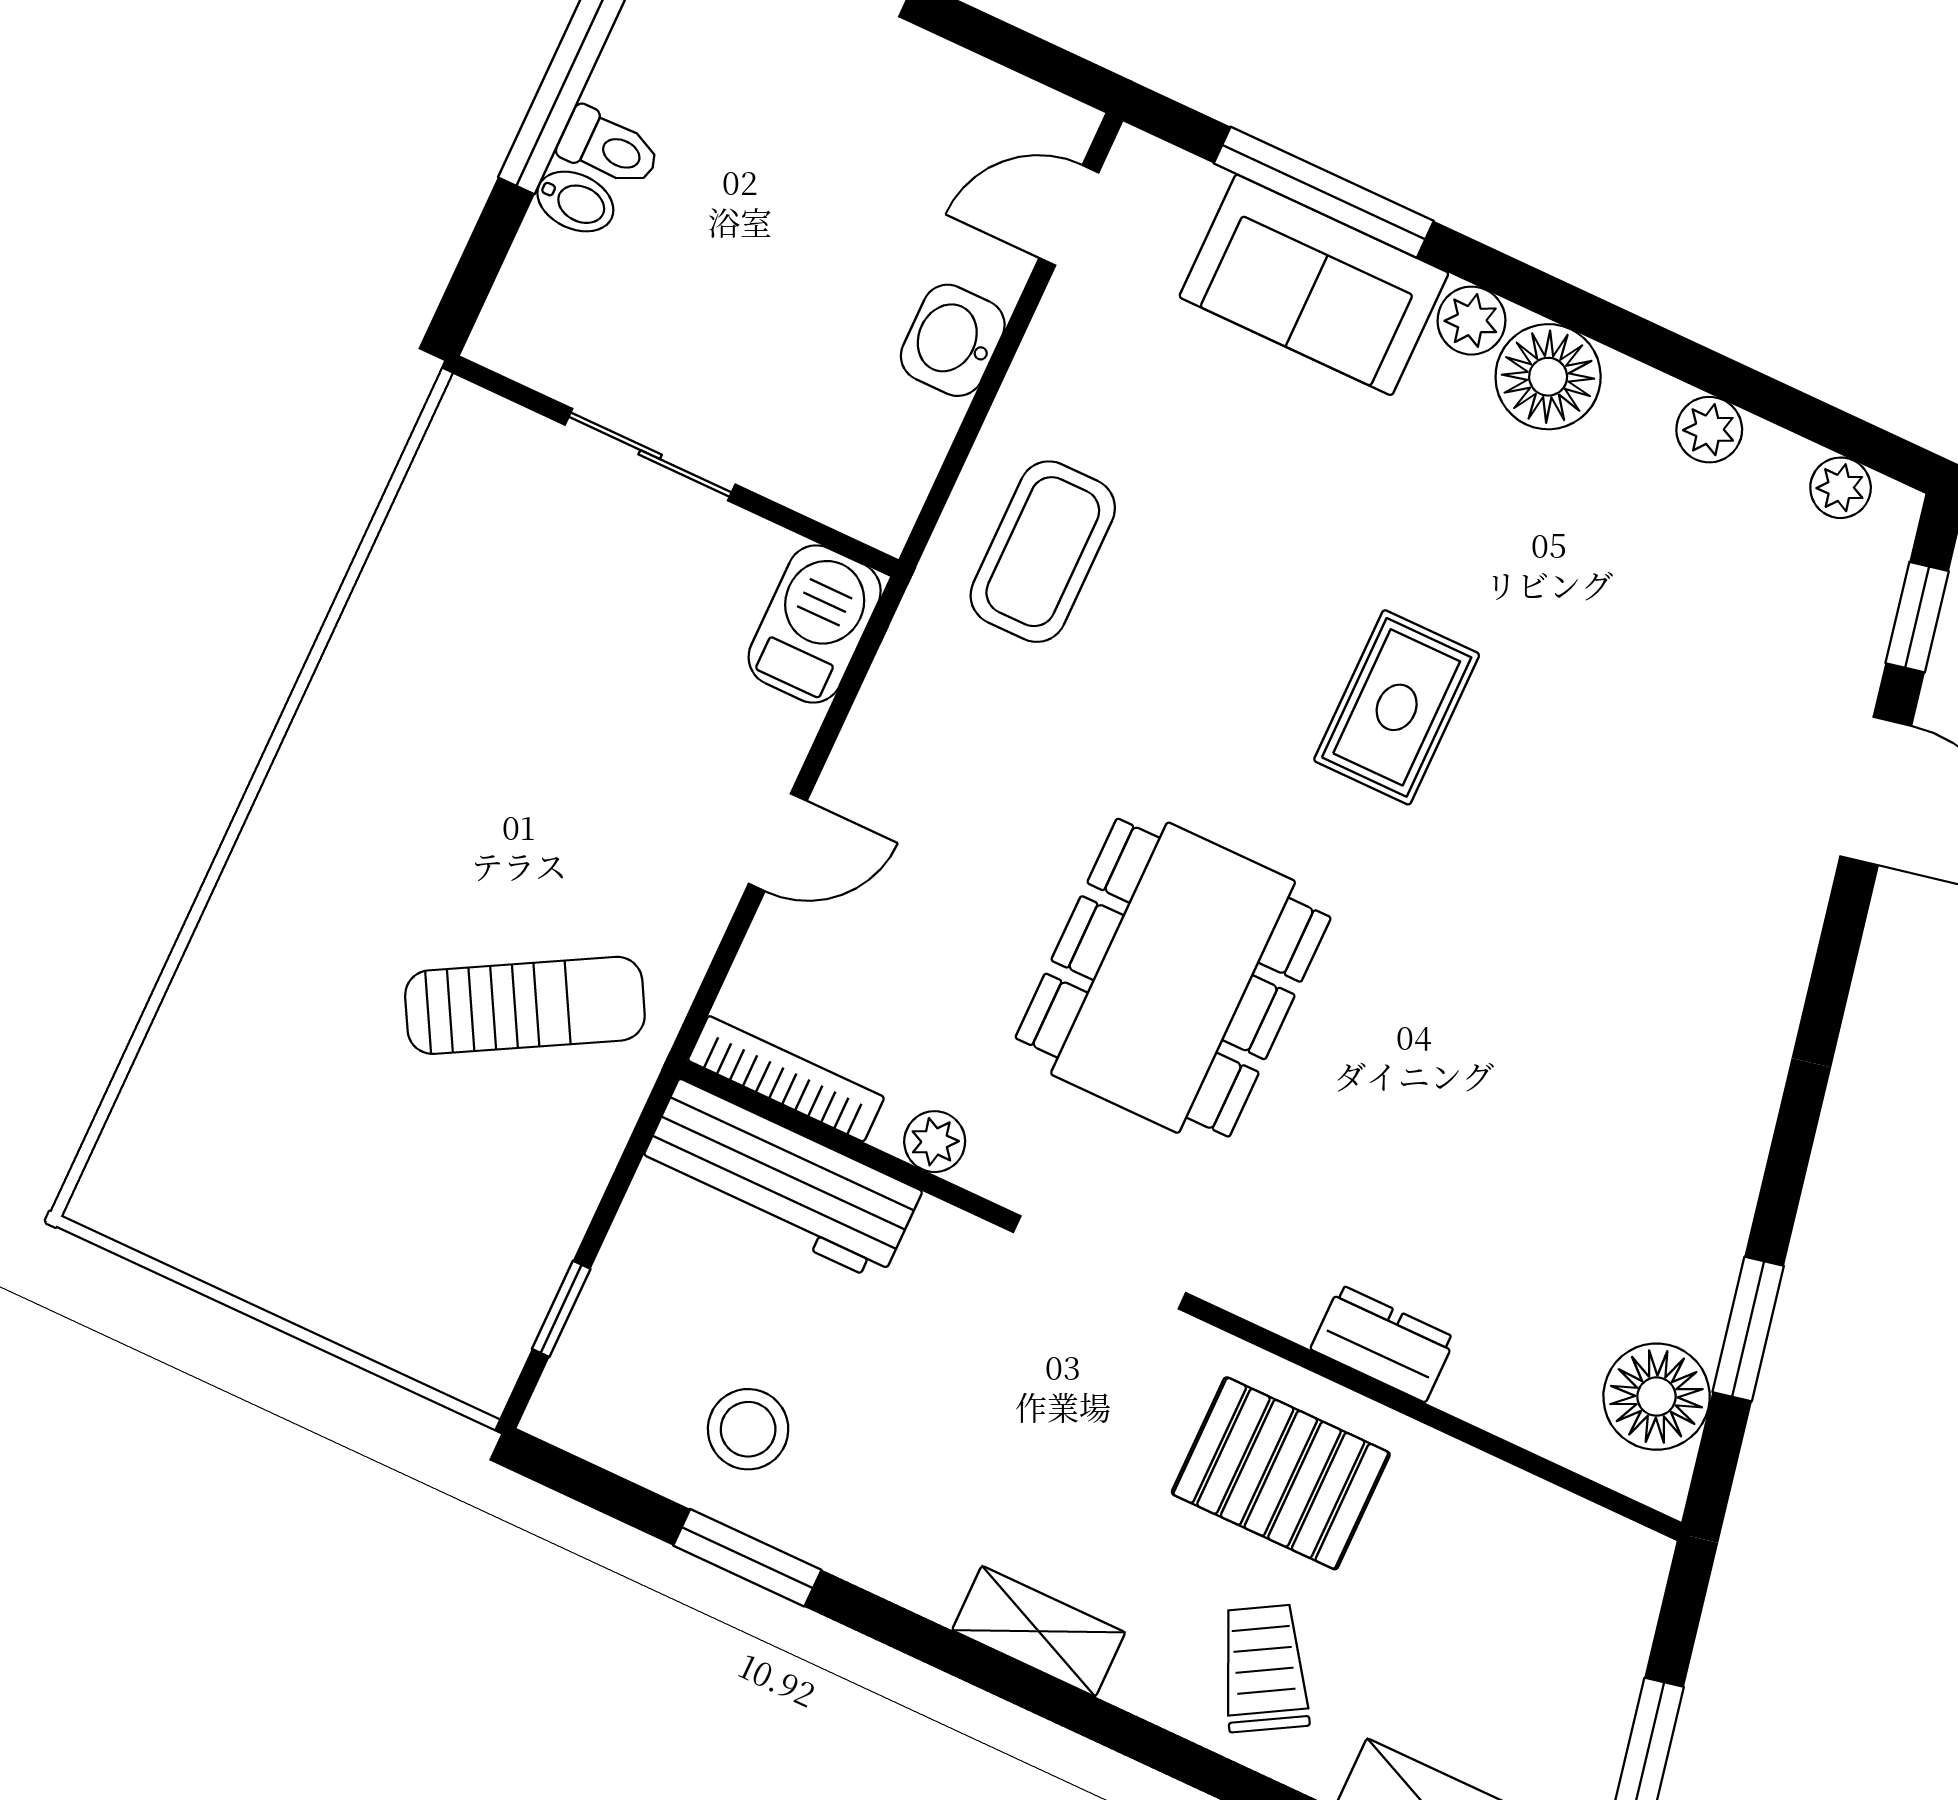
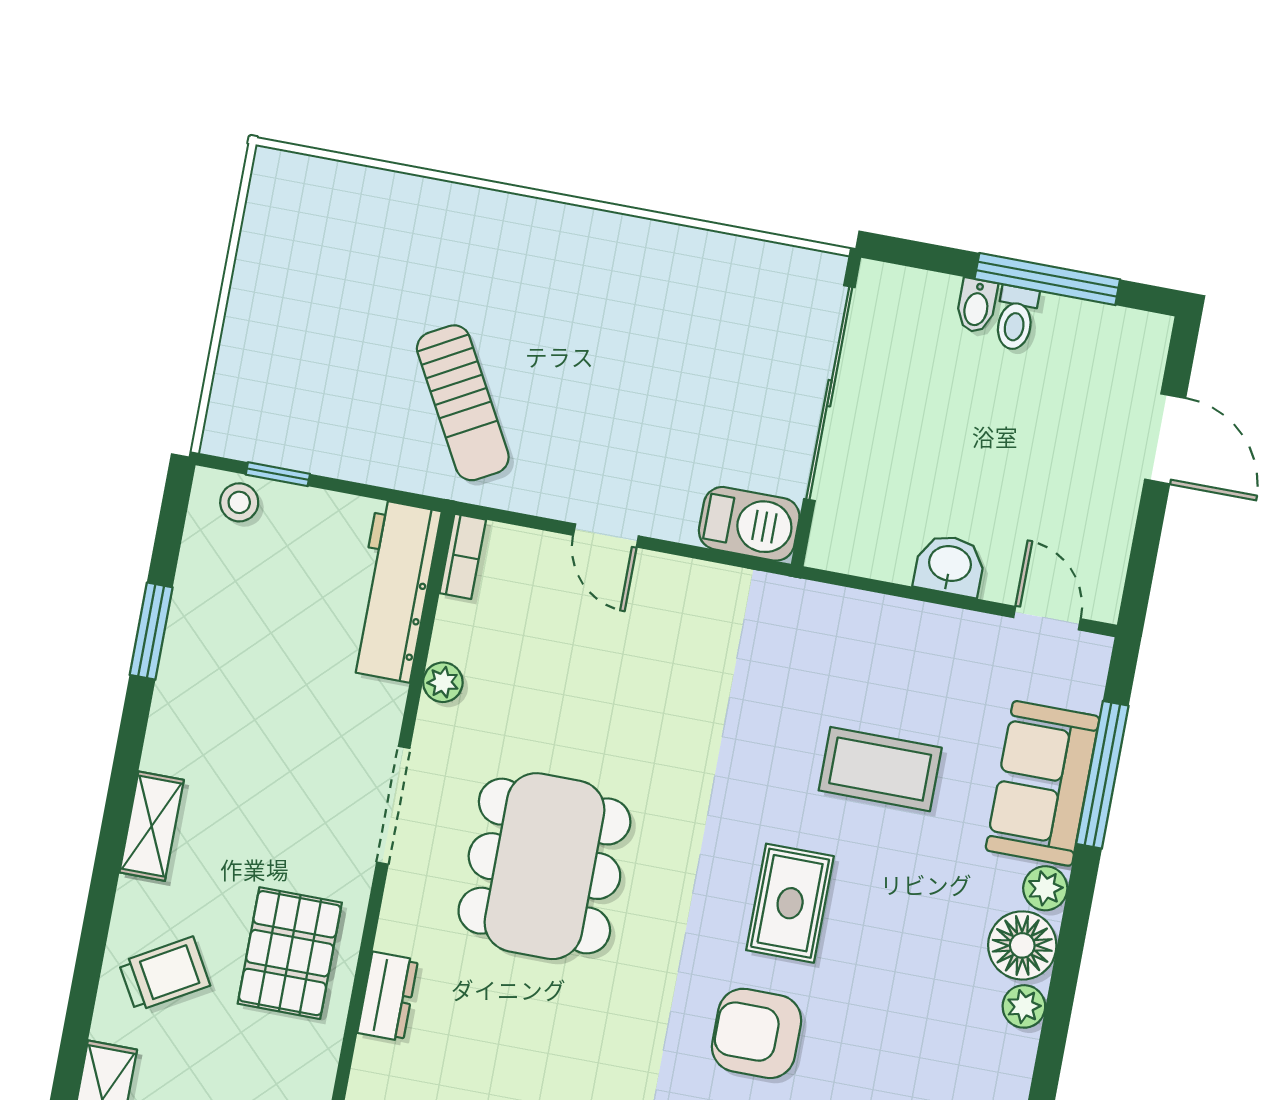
plant: (1709, 430) -> (1024, 1006), moved
sliding door: (650, 455) -> (829, 393), width x1.86
coffee table: (1043, 552) -> (880, 769), moved
rug: (1397, 707) -> (790, 903), turned 90
armchair: (1578, 807) -> (757, 1033), added
dining table: (1173, 978) -> (544, 866), moved, turned 90
bookcase: (786, 1079) -> (463, 556), width x0.64
stool: (748, 1429) -> (239, 502), moved, width x0.73, depth x0.73

